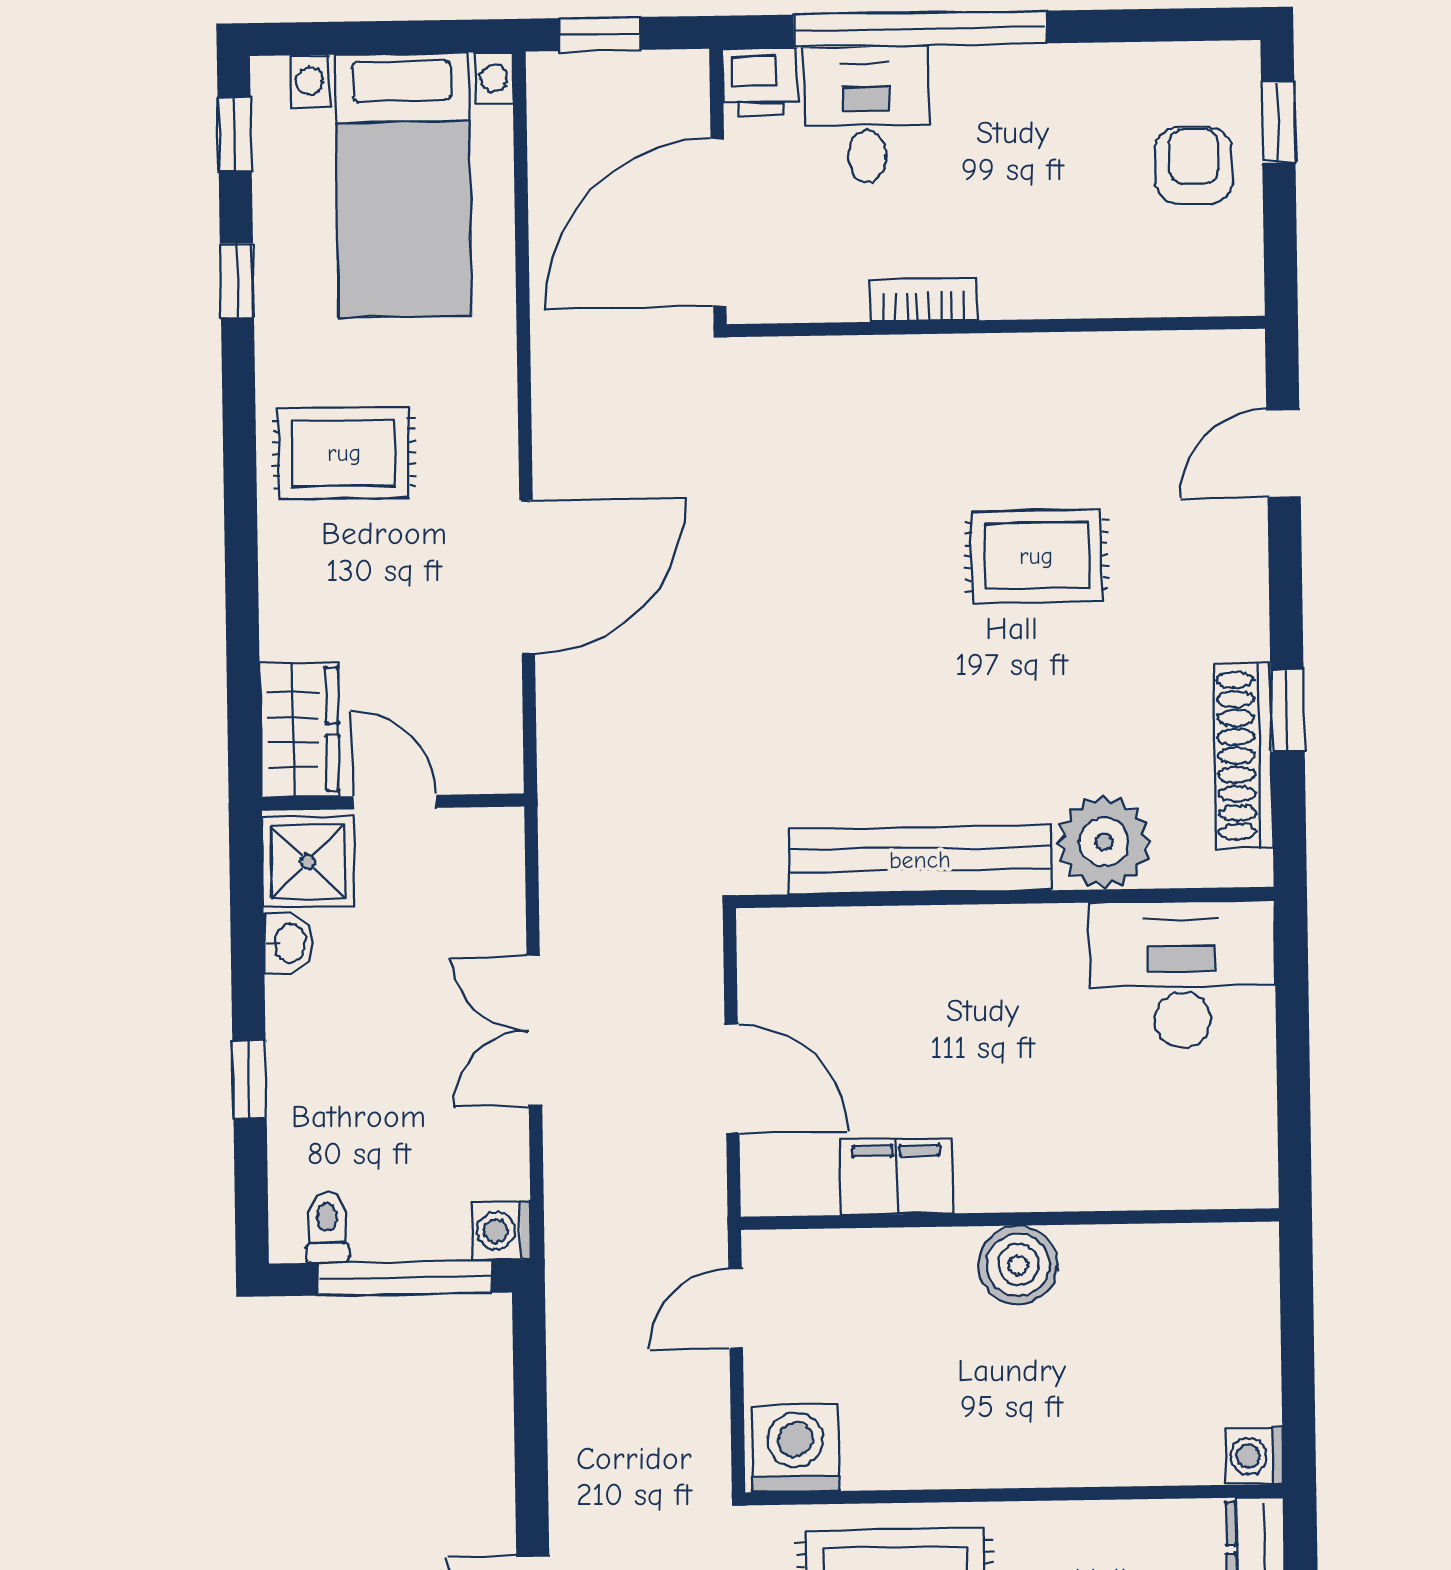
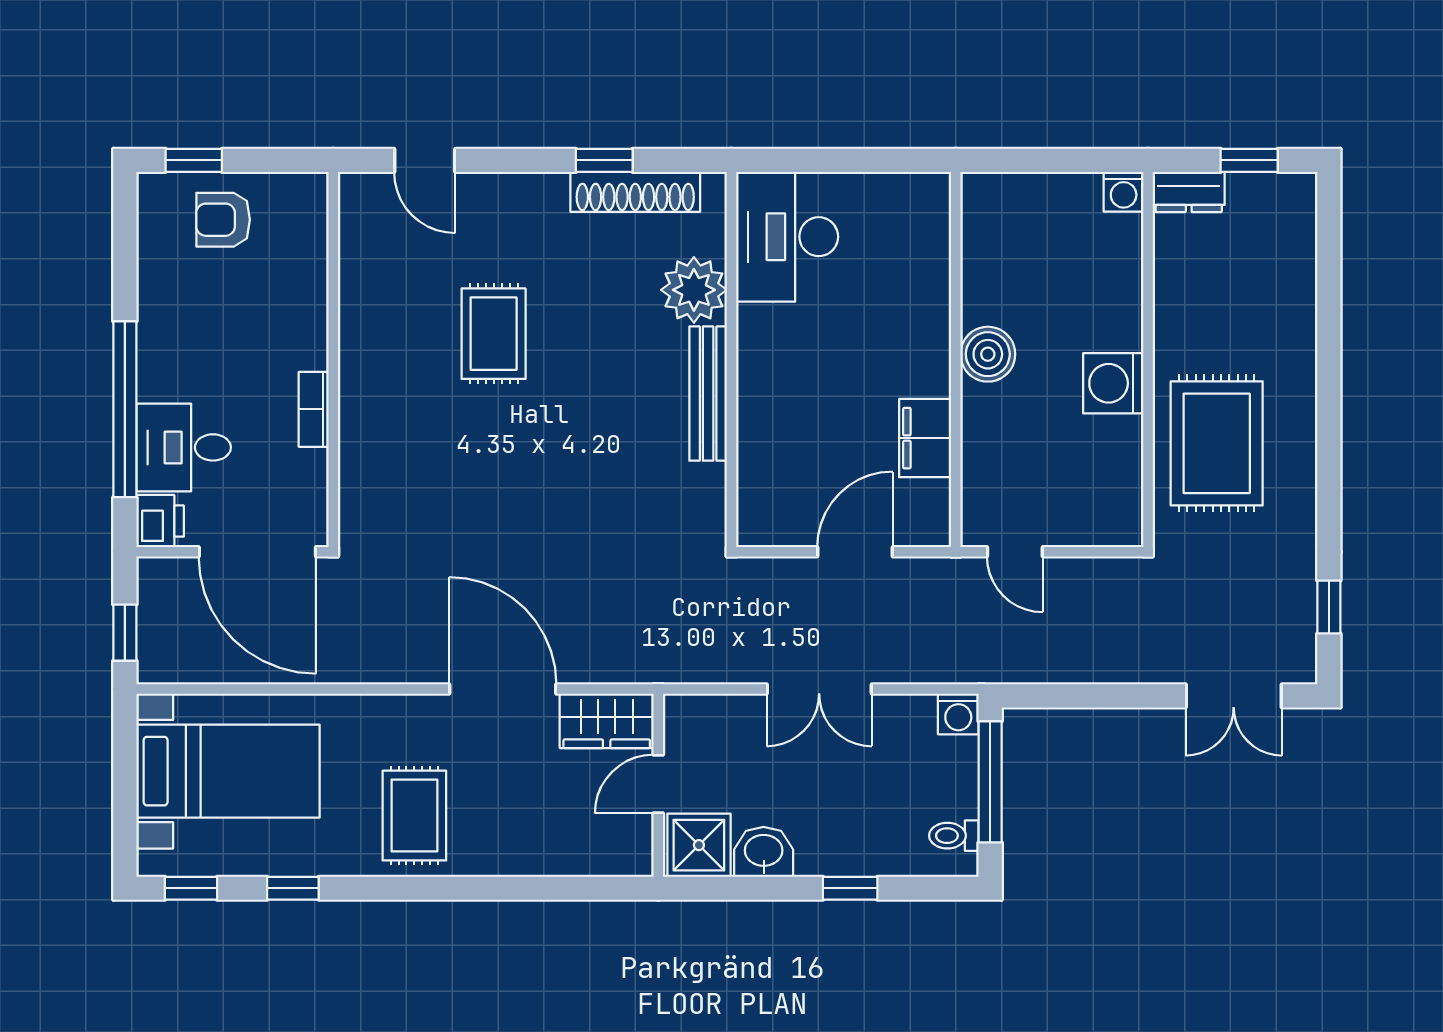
wardrobe: (299, 730) -> (607, 721), moved, turned 180
bench: (920, 860) -> (708, 394), width x0.73, depth x0.82
washbasin: (288, 943) -> (764, 852), width x1.38, depth x1.45
washing machine: (795, 1448) -> (1113, 383), moved

